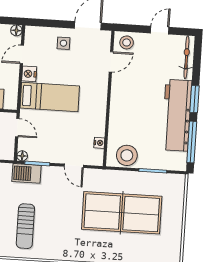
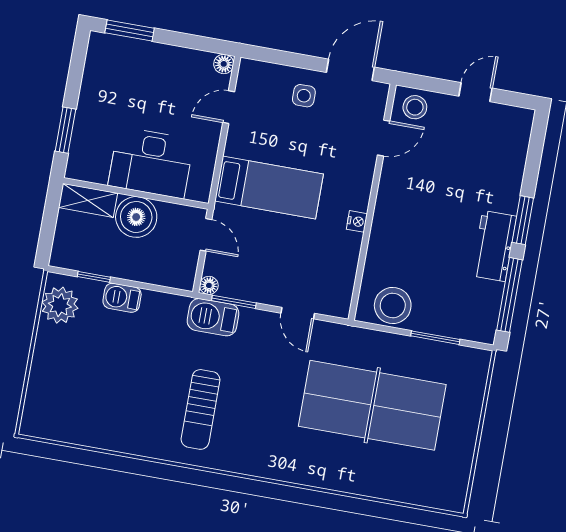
bicycle: (186, 57) -> (517, 145), removed
nightstand: (29, 74) -> (238, 143), removed
workbench: (177, 115) -> (494, 246), width x0.53, depth x0.76
nightstand: (99, 143) -> (357, 221), moved

